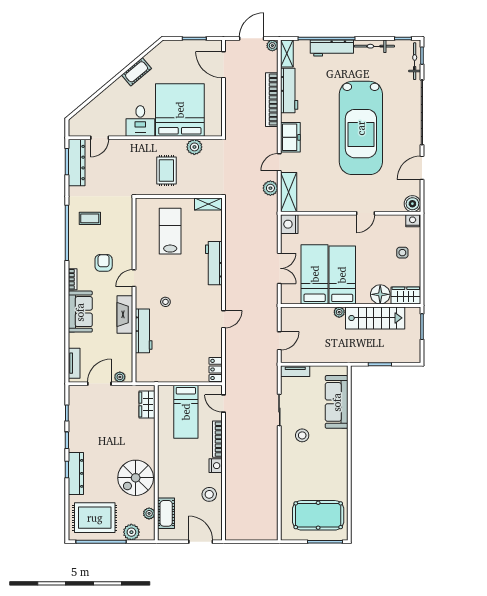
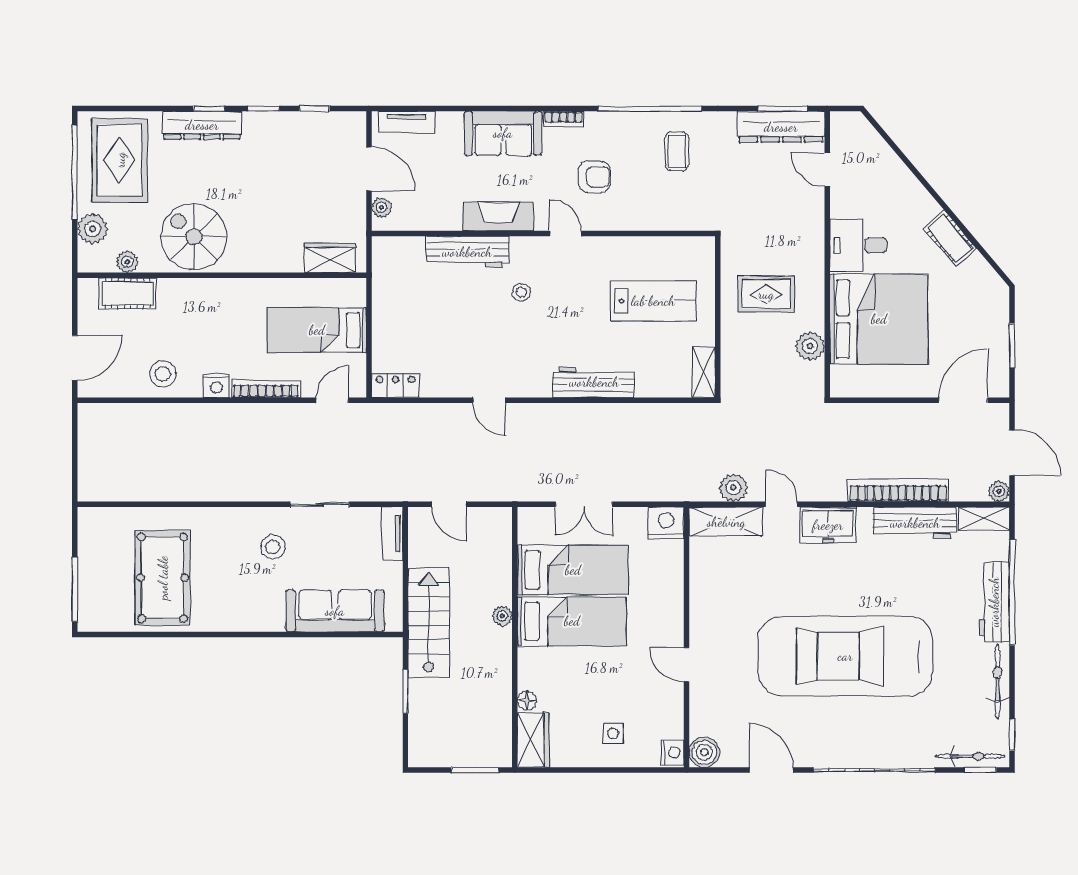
floor lamp: (380, 294) -> (527, 701), width x0.53, depth x0.53
stairs: (375, 318) -> (429, 623), moved, turned 180
pool table: (318, 515) -> (163, 578), moved

